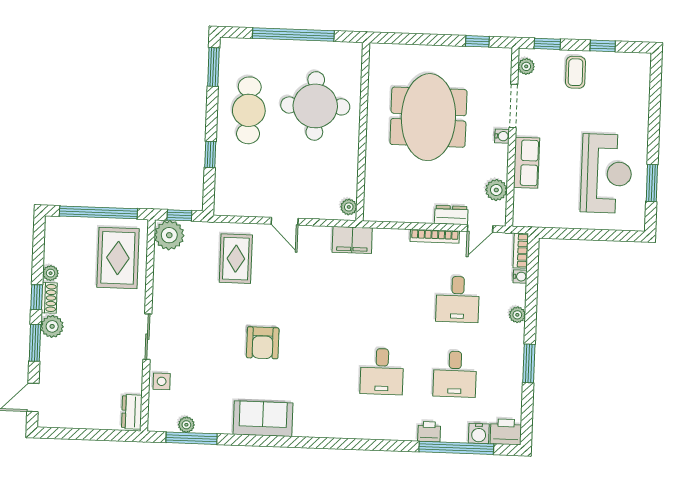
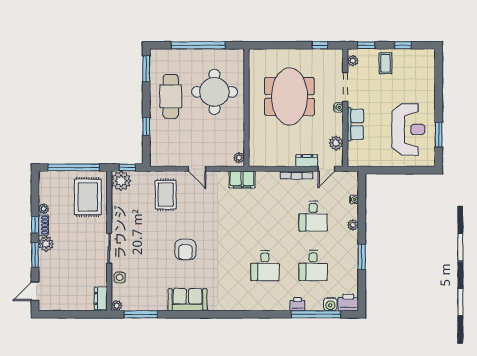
bookcase: (521, 251) -> (354, 182), removed
plant: (186, 425) -> (117, 306), moved

